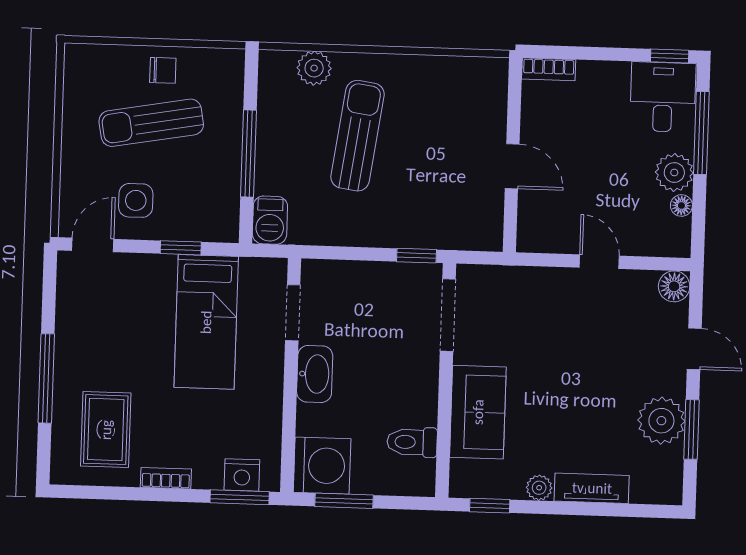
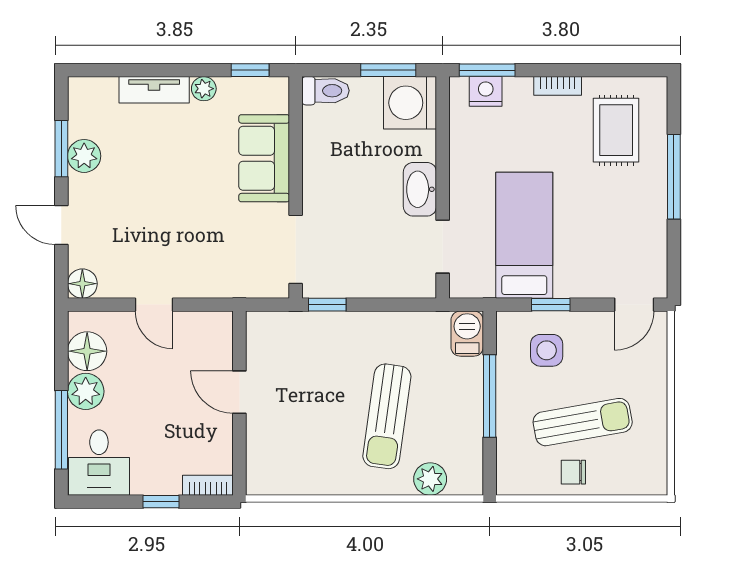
window: (670, 56) -> (161, 502), moved
side table: (136, 200) -> (547, 350), moved
floor lamp: (681, 205) -> (87, 351), width x1.89, depth x1.89
plant: (661, 421) -> (84, 156), width x0.73, depth x0.73
toilet: (412, 442) -> (326, 91), moved

